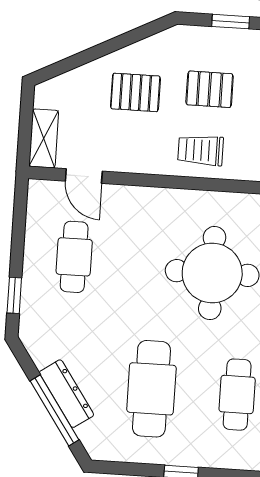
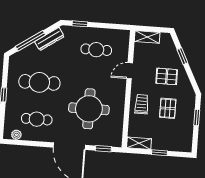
window: (88, 56) -> (182, 56), added
pallet: (135, 92) -> (167, 76), turned 90
door: (84, 176) -> (130, 71), moved
dresser: (66, 394) -> (49, 39), moved

